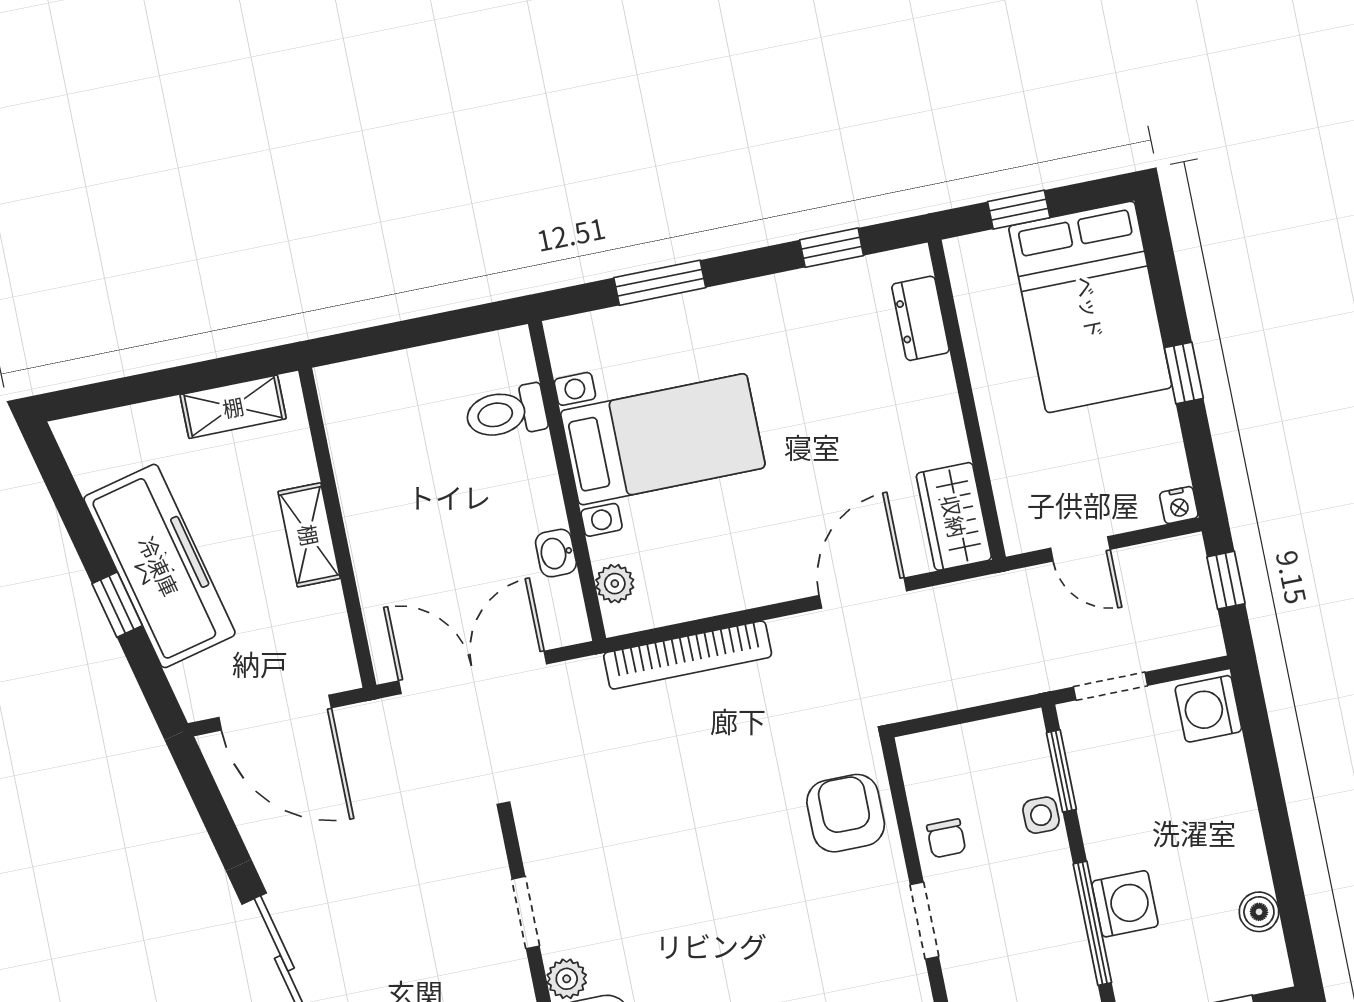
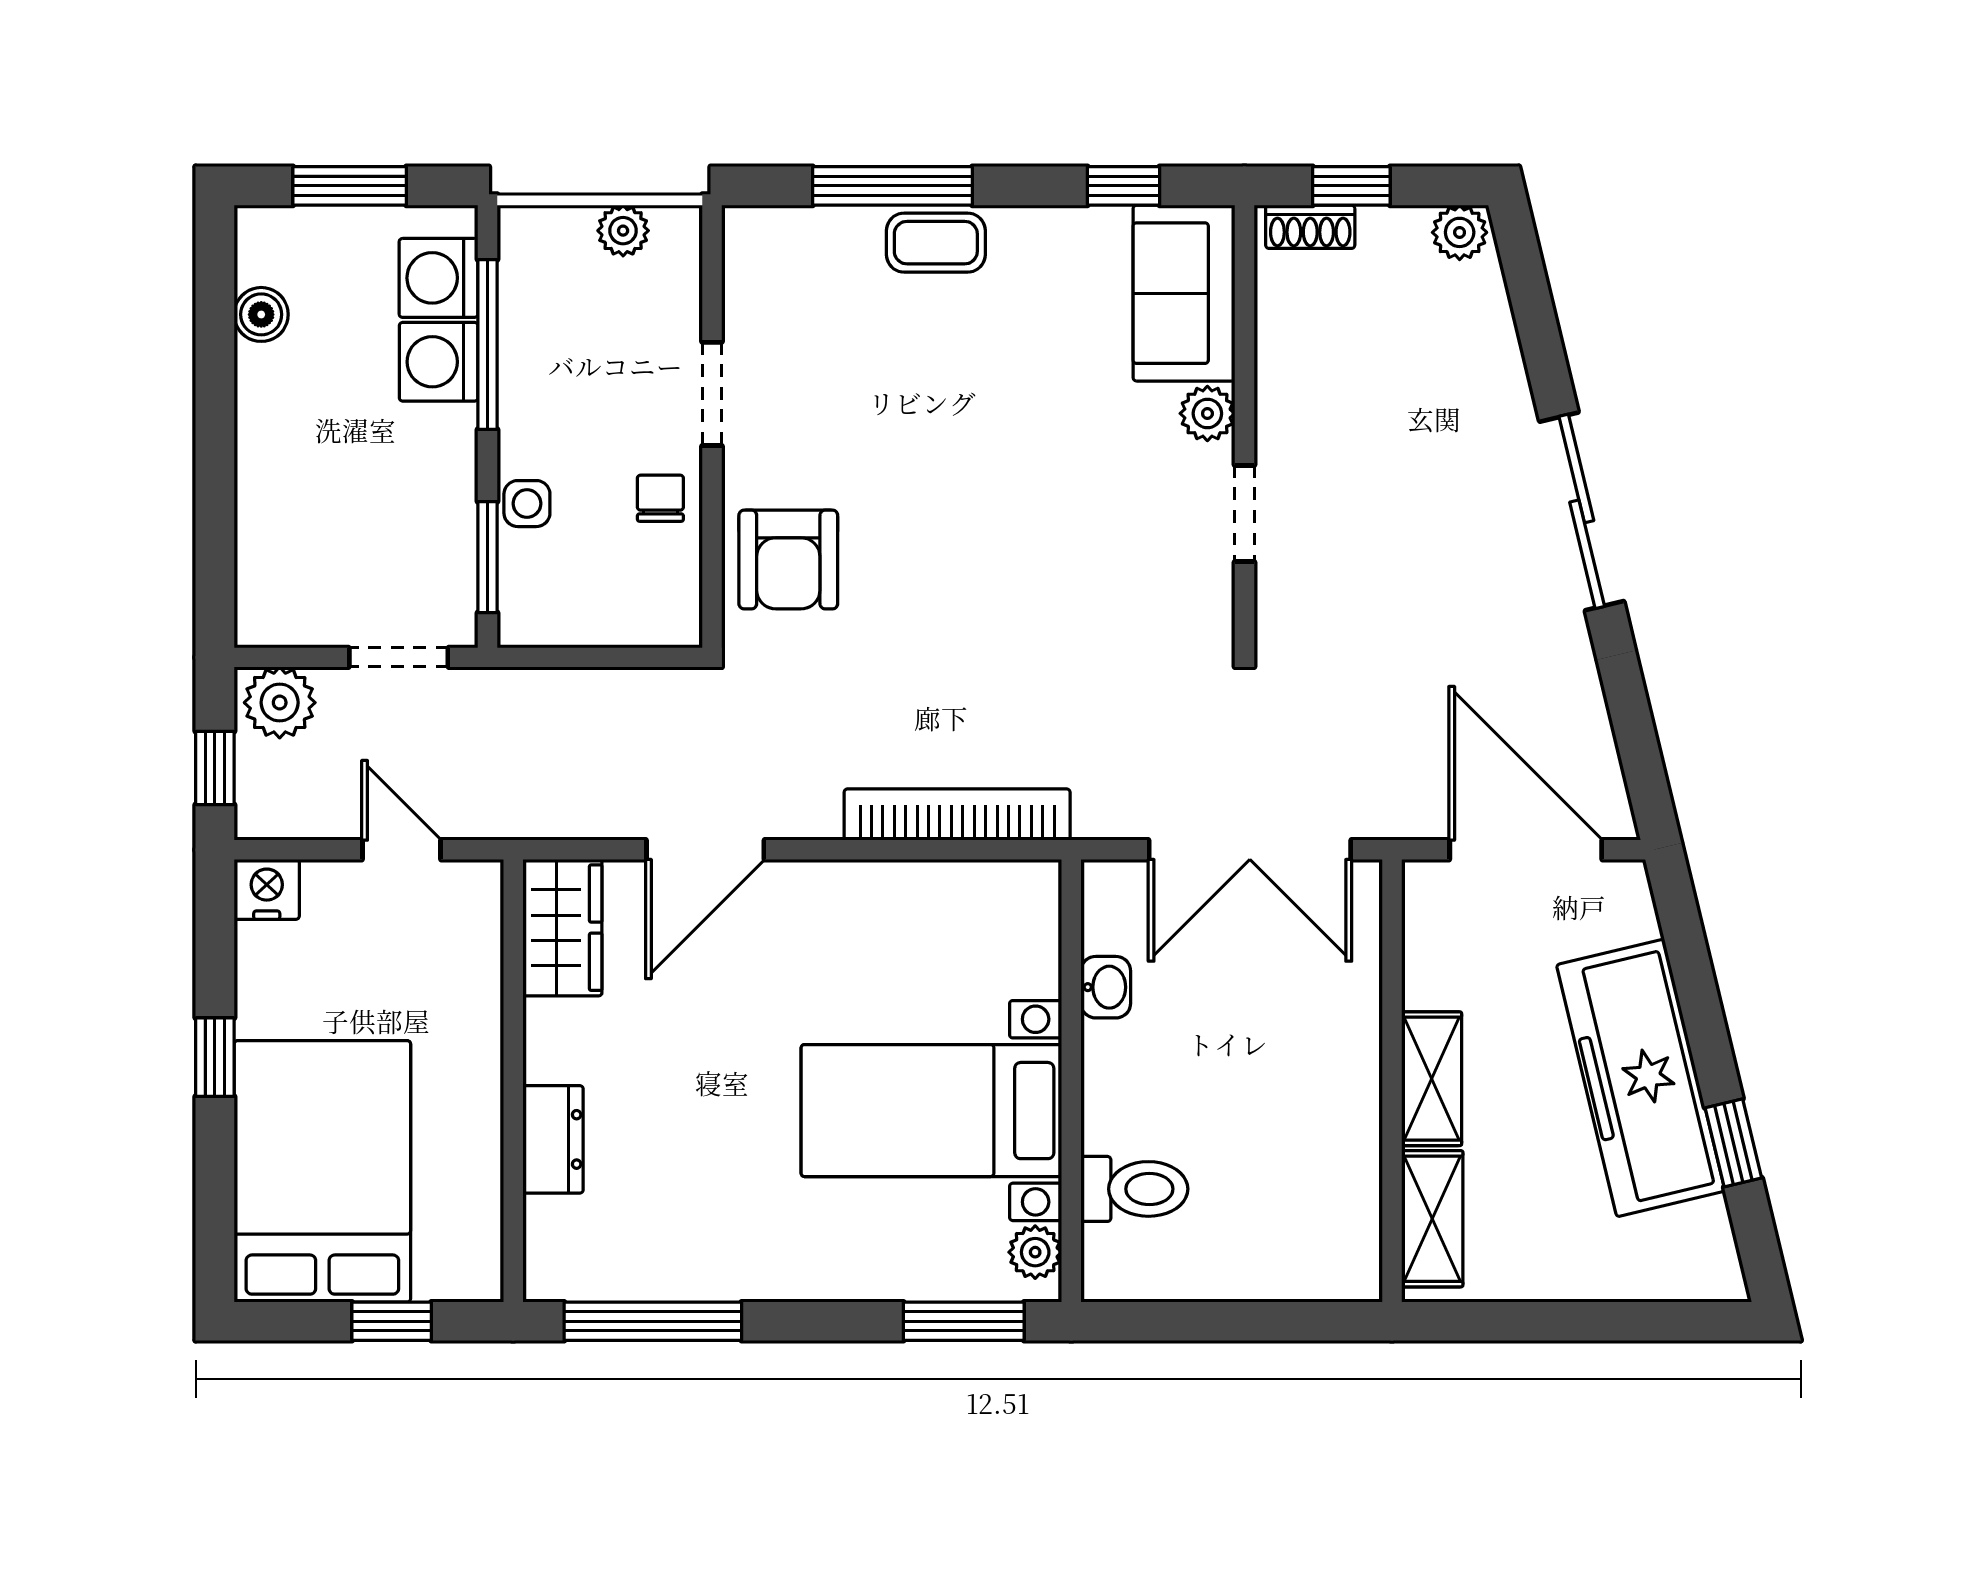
window: (832, 248) -> (653, 1321), width x2.17
window: (660, 283) -> (964, 1321), moved
dresser: (921, 318) -> (553, 1139), moved
shelving: (233, 407) -> (1432, 1219), moved, turned 90
nightstand: (1179, 505) -> (267, 889), width x1.39, depth x1.35
plant: (615, 584) -> (1035, 1252), moved
window: (117, 605) -> (1733, 1143), moved
plant: (1189, 637) -> (280, 703), added
washing machine: (1208, 709) -> (438, 278), moved, turned 180

